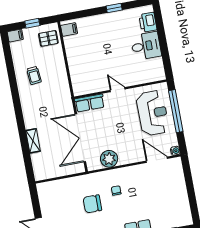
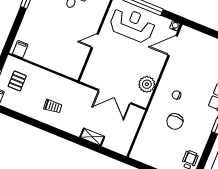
pallet: (48, 38) -> (17, 81), moved
trolley: (34, 75) -> (53, 106), moved
row of seats: (90, 103) -> (91, 71), removed
double door: (80, 138) -> (115, 97), width x0.73

